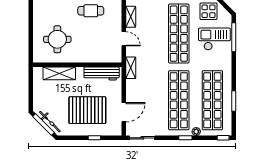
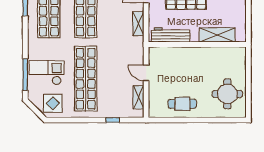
round table: (57, 39) -> (227, 94), moved
checkout: (214, 39) -> (46, 73), turned 180
shelving: (131, 68) -> (138, 24), moved

